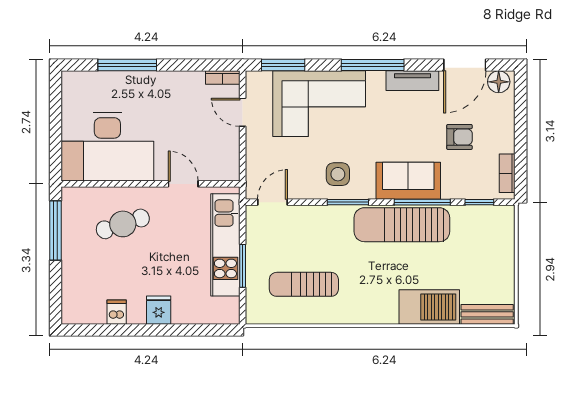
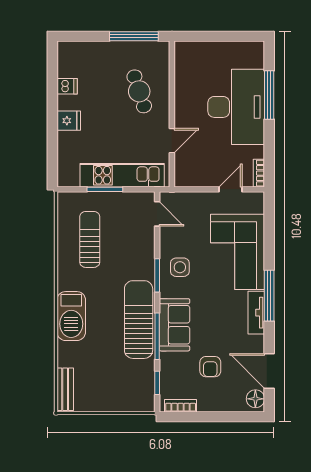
window: (283, 65) -> (269, 222), removed
tv unit: (412, 81) -> (256, 313), moved
desk: (107, 147) -> (236, 107), moved, turned 180
barbecue: (429, 307) -> (71, 316), moved

